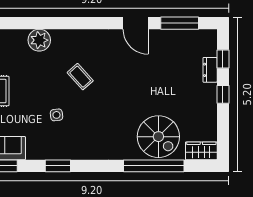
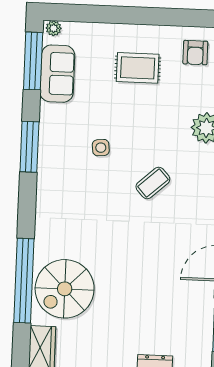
window: (58, 166) -> (29, 147), width x1.44

